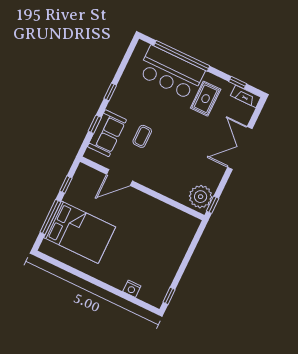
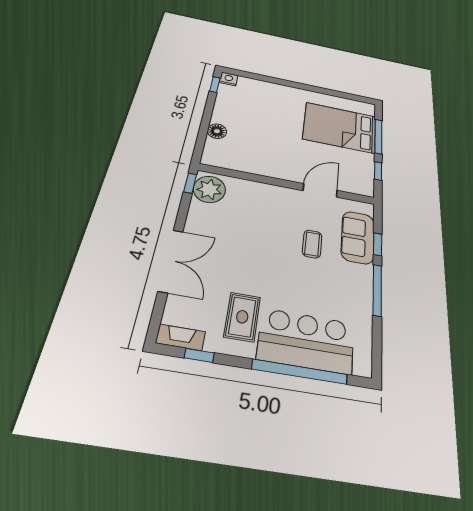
window: (110, 92) -> (377, 290), width x2.17
floor lamp: (181, 248) -> (217, 131), added
nightstand: (132, 289) -> (229, 79), moved

